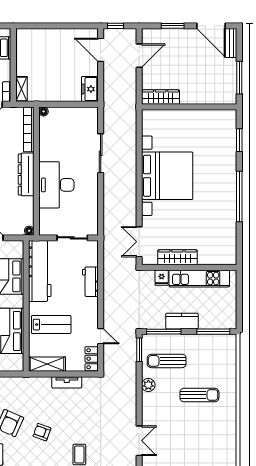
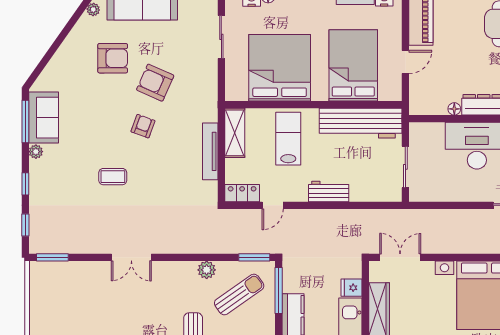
floor lamp: (29, 231) -> (454, 109), moved
workbench: (90, 282) -> (329, 192), moved
lab bench: (51, 325) -> (288, 139), turned 180
sun lounger: (167, 361) -> (239, 295), turned 55
tv unit: (67, 382) -> (210, 151), width x1.41

